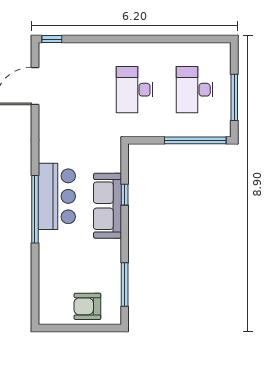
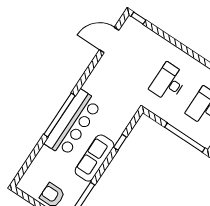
bar counter: (57, 196) -> (73, 123), width x1.36
sofa: (107, 206) -> (95, 158), moved

